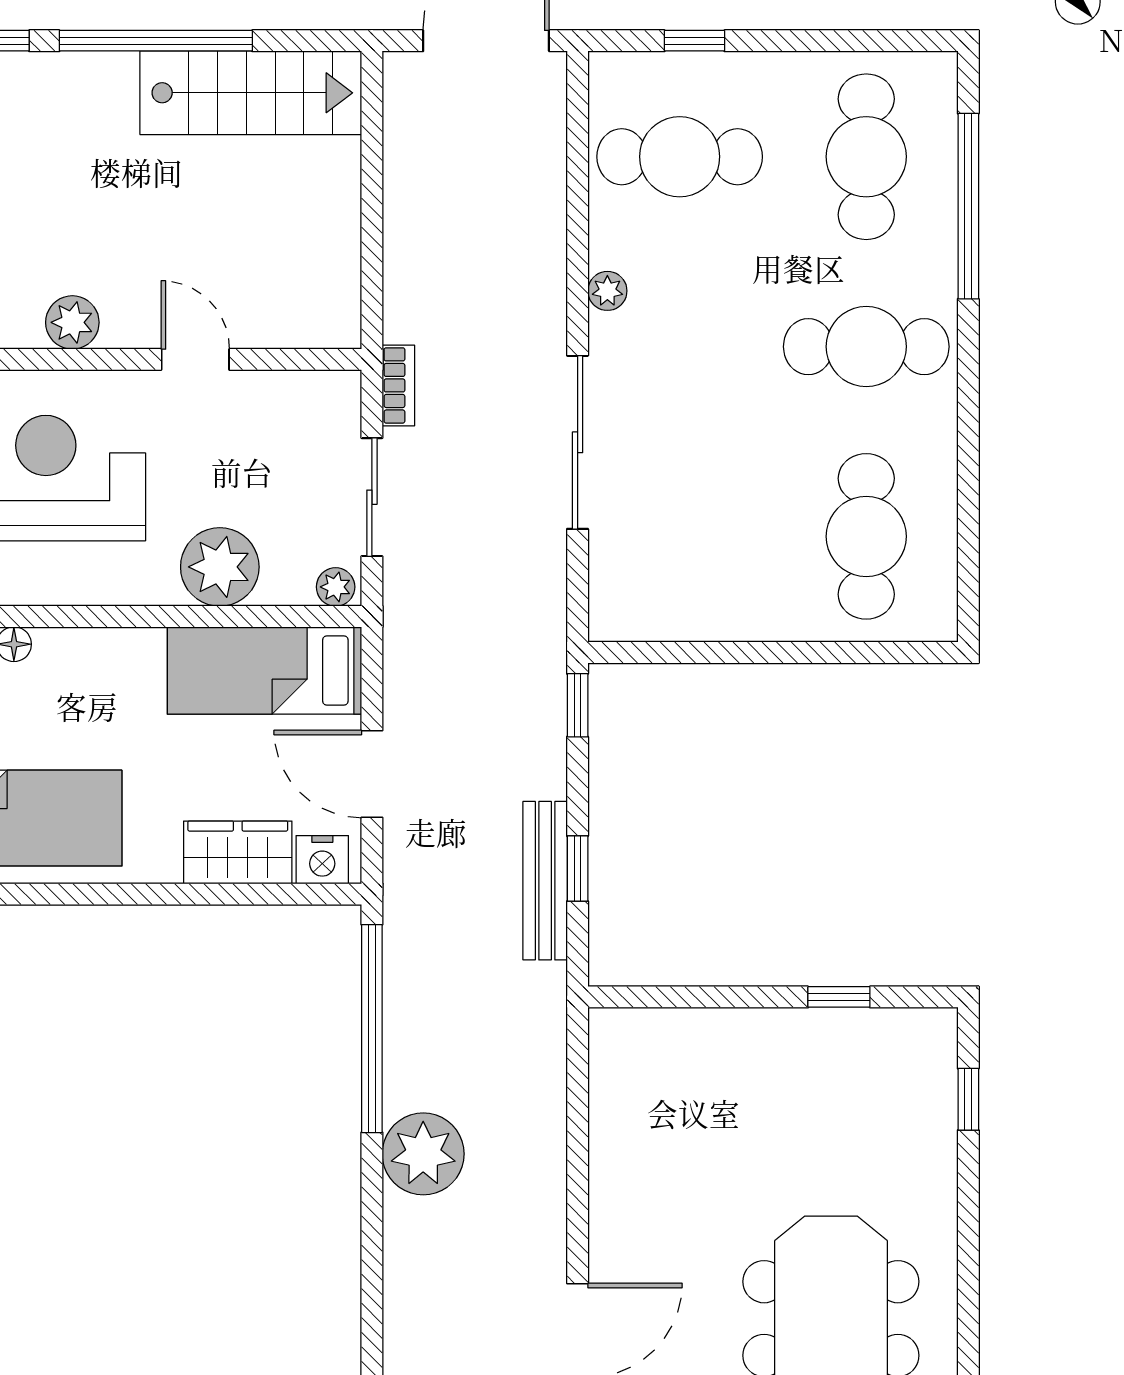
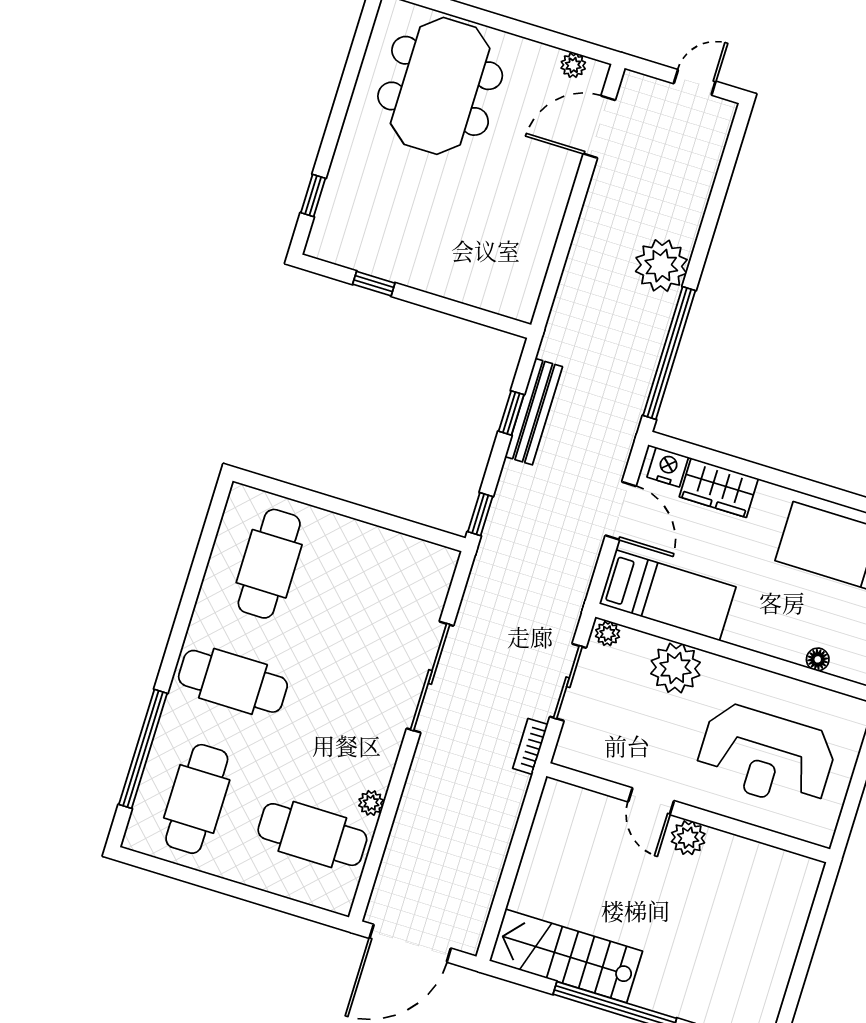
window: (695, 41) -> (281, 904), removed
plant: (607, 291) -> (371, 803), moved
plant: (72, 322) -> (688, 838), moved

